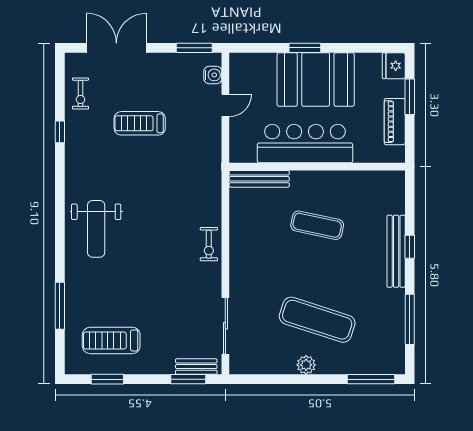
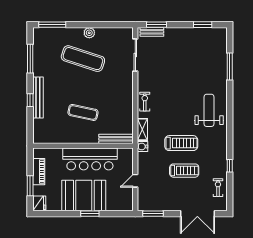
water cooler: (213, 75) -> (142, 146), moved
shelving: (213, 195) -> (142, 129), added
treadmill: (111, 340) -> (181, 143), moved

